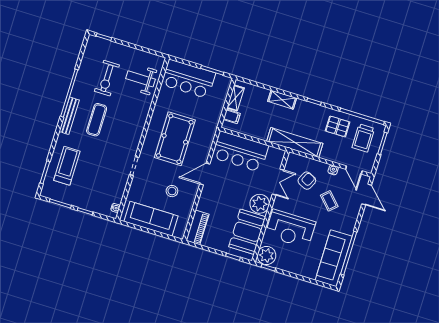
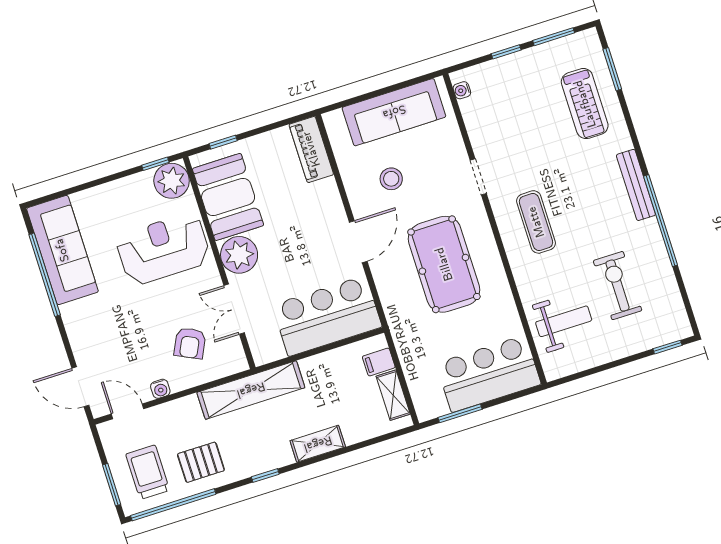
exercise mat: (97, 120) -> (536, 222), moved
coffee table: (329, 201) -> (132, 336), removed

